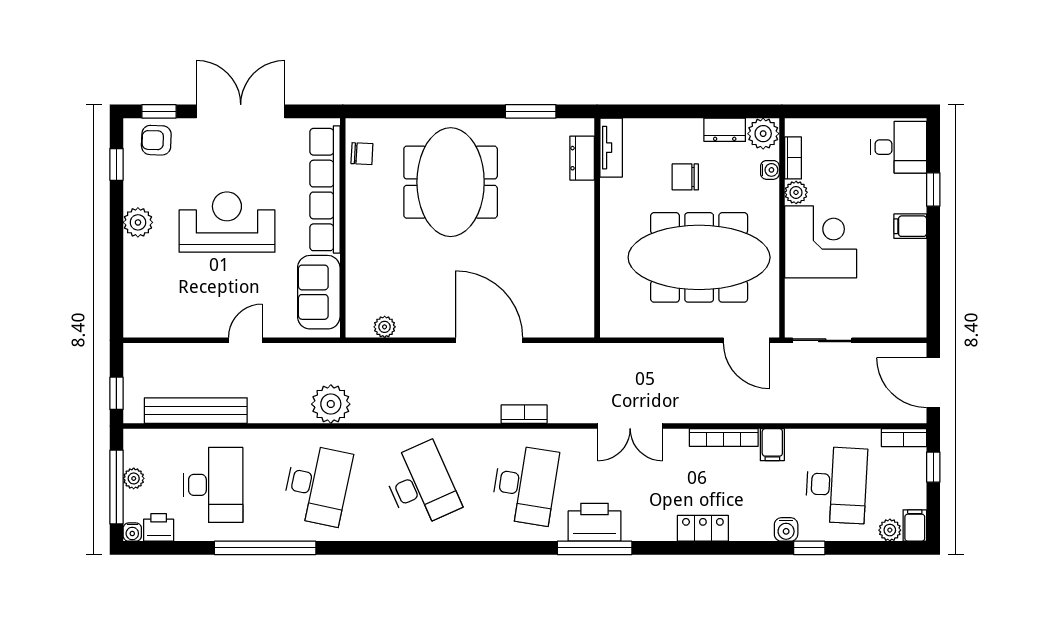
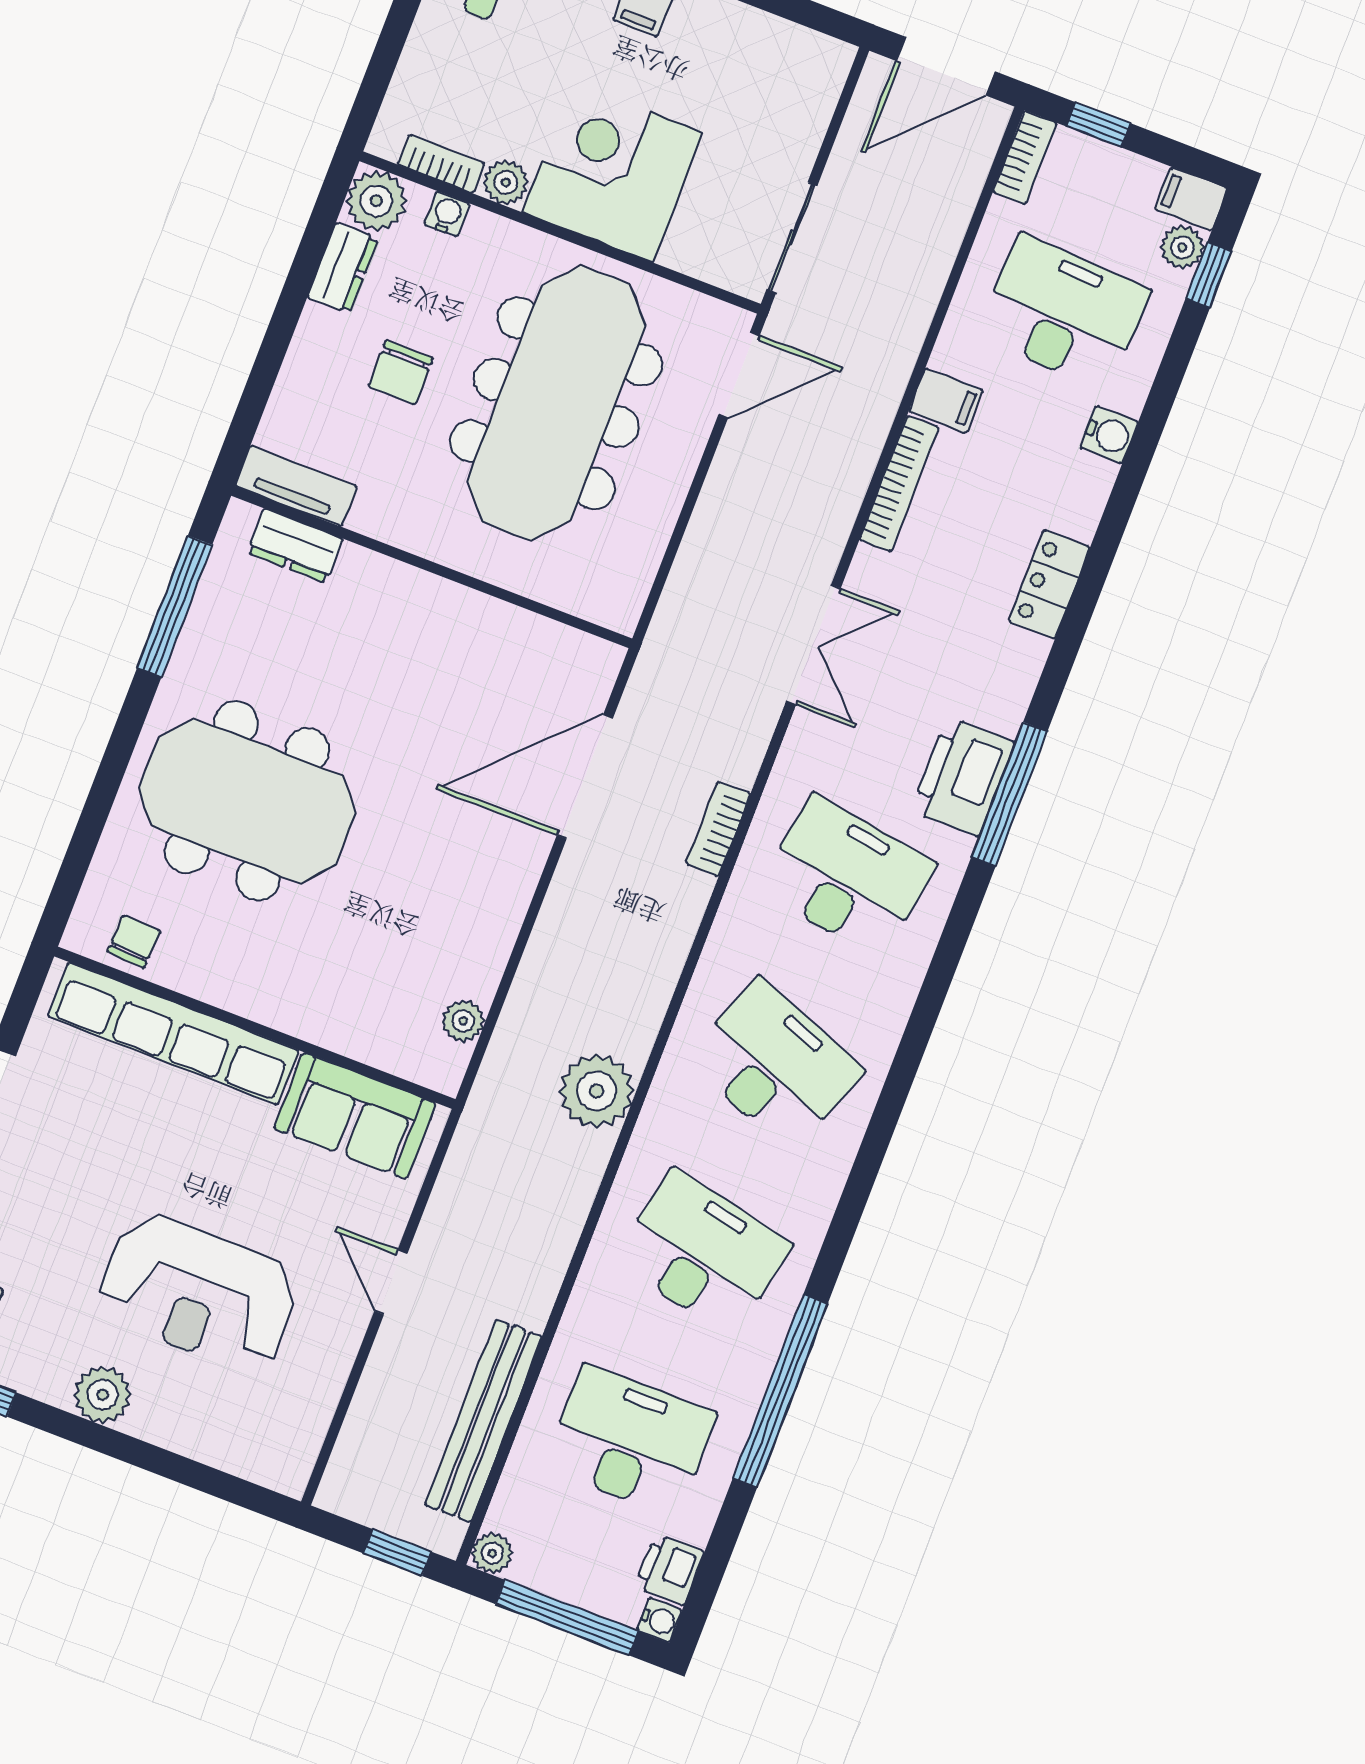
window: (531, 111) -> (175, 606), width x1.44
reception desk: (227, 222) -> (198, 1293), moved, turned -90
door: (489, 340) -> (585, 776), moved
plant: (331, 404) -> (597, 1091), moved
plant: (134, 478) -> (492, 1553), moved
desk: (421, 485) -> (775, 1065), turned 45
window: (809, 548) -> (1209, 275), moved

